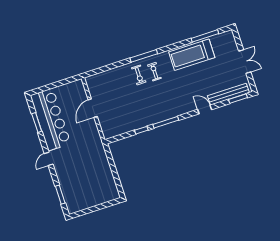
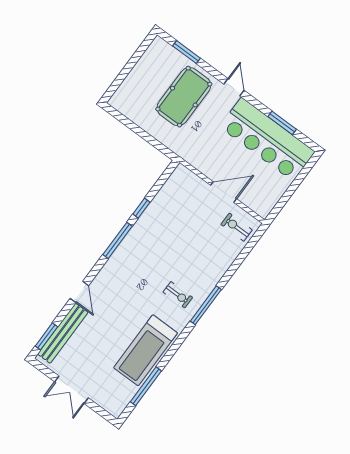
treadmill: (192, 55) -> (146, 350), turned 180
exercise bike: (139, 75) -> (237, 227), moved
door: (93, 108) -> (224, 192), hinge flipped
door: (205, 110) -> (79, 292), hinge flipped
pool table: (78, 172) -> (184, 97), added

